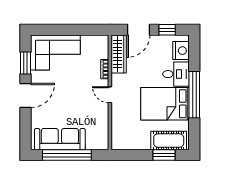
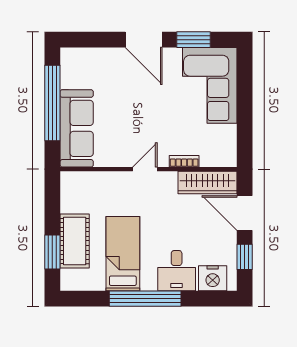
bed: (165, 104) -> (123, 254), width x0.67
sofa: (60, 139) -> (77, 128), moved
cot: (169, 141) -> (75, 241), moved

